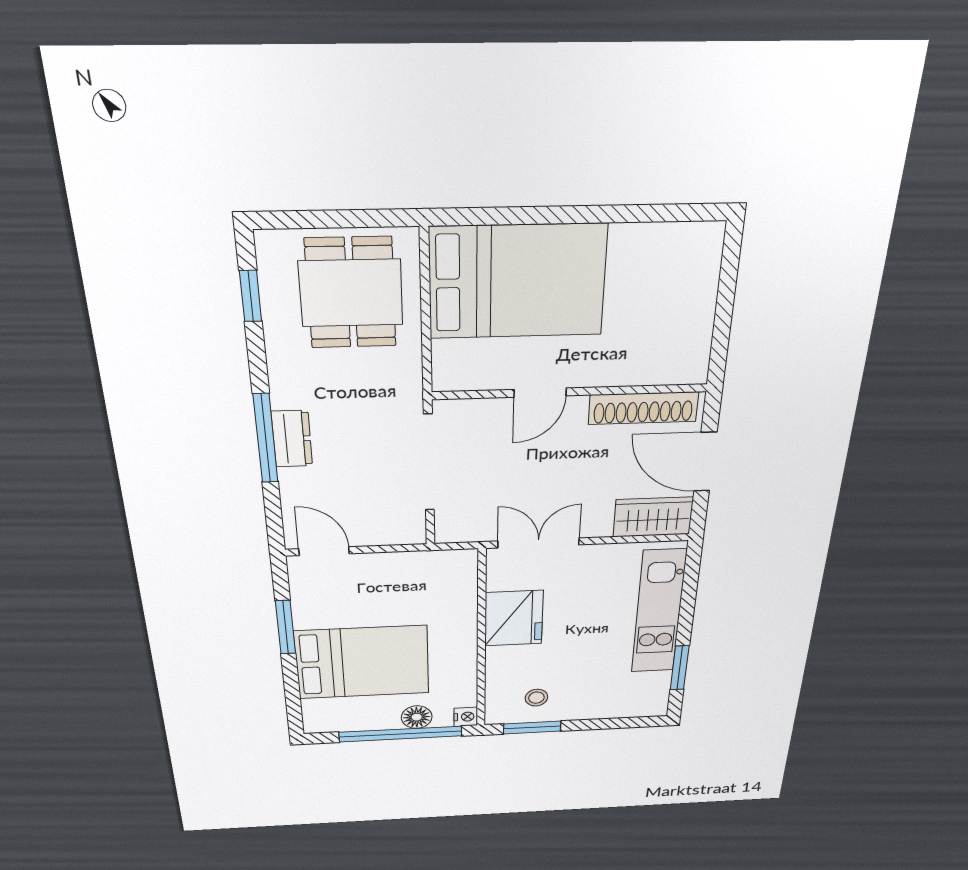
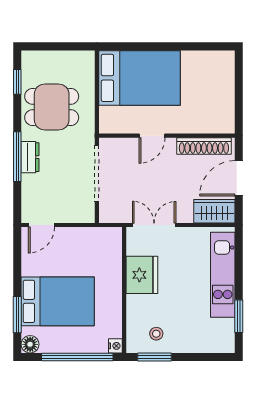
dining table: (351, 293) -> (52, 107), moved, turned 90
door: (705, 462) -> (239, 178), hinge flipped
door: (324, 551) -> (41, 225), swing flipped
window: (285, 627) -> (17, 315), moved
floor lamp: (417, 717) -> (30, 344), moved

